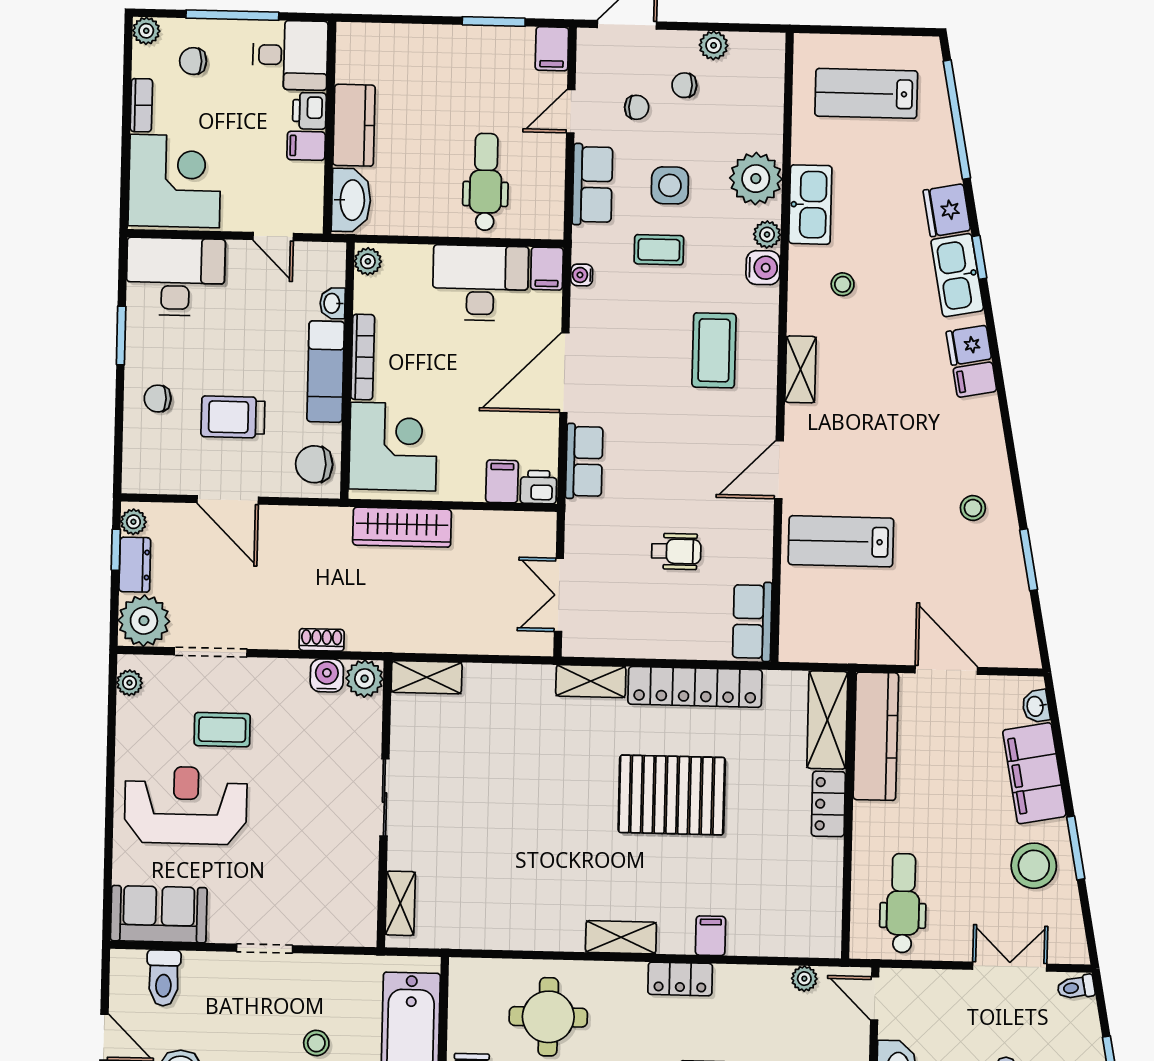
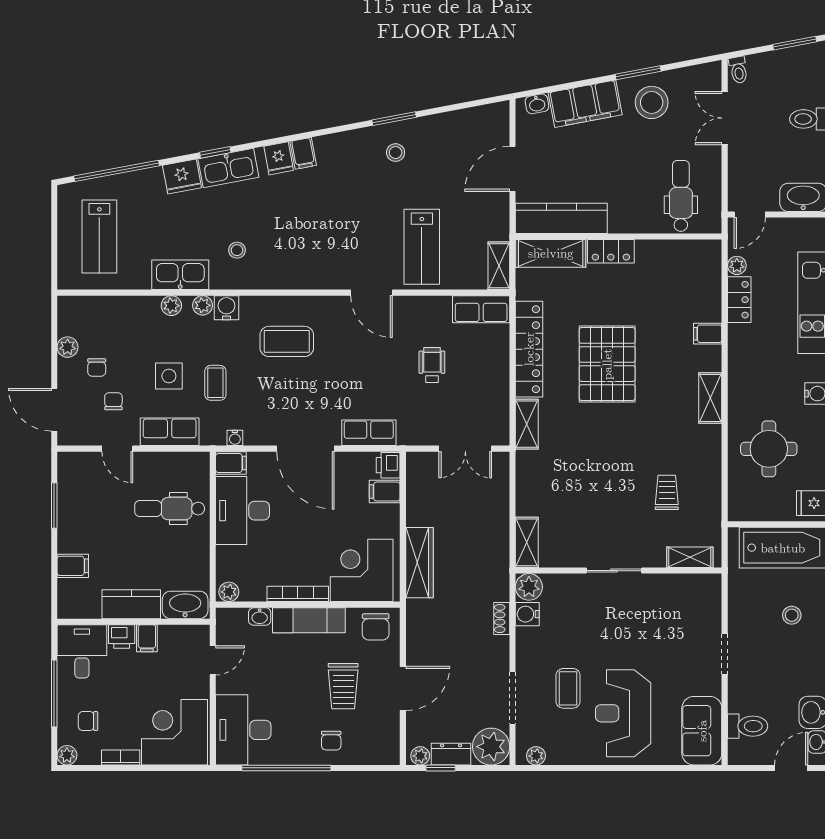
filing cabinet: (552, 49) -> (73, 566), moved
chair: (193, 61) -> (88, 721), turned 90
plant: (756, 179) -> (171, 306), width x0.53, depth x0.53
window: (121, 335) -> (286, 768), width x2.11
shelving: (801, 369) -> (499, 266), moved, turned 90
window: (1029, 560) -> (394, 119), moved
trolley: (491, 873) -> (667, 492), added
dental chair: (903, 903) -> (681, 196), turned 90
locker: (680, 979) -> (739, 300), moved

